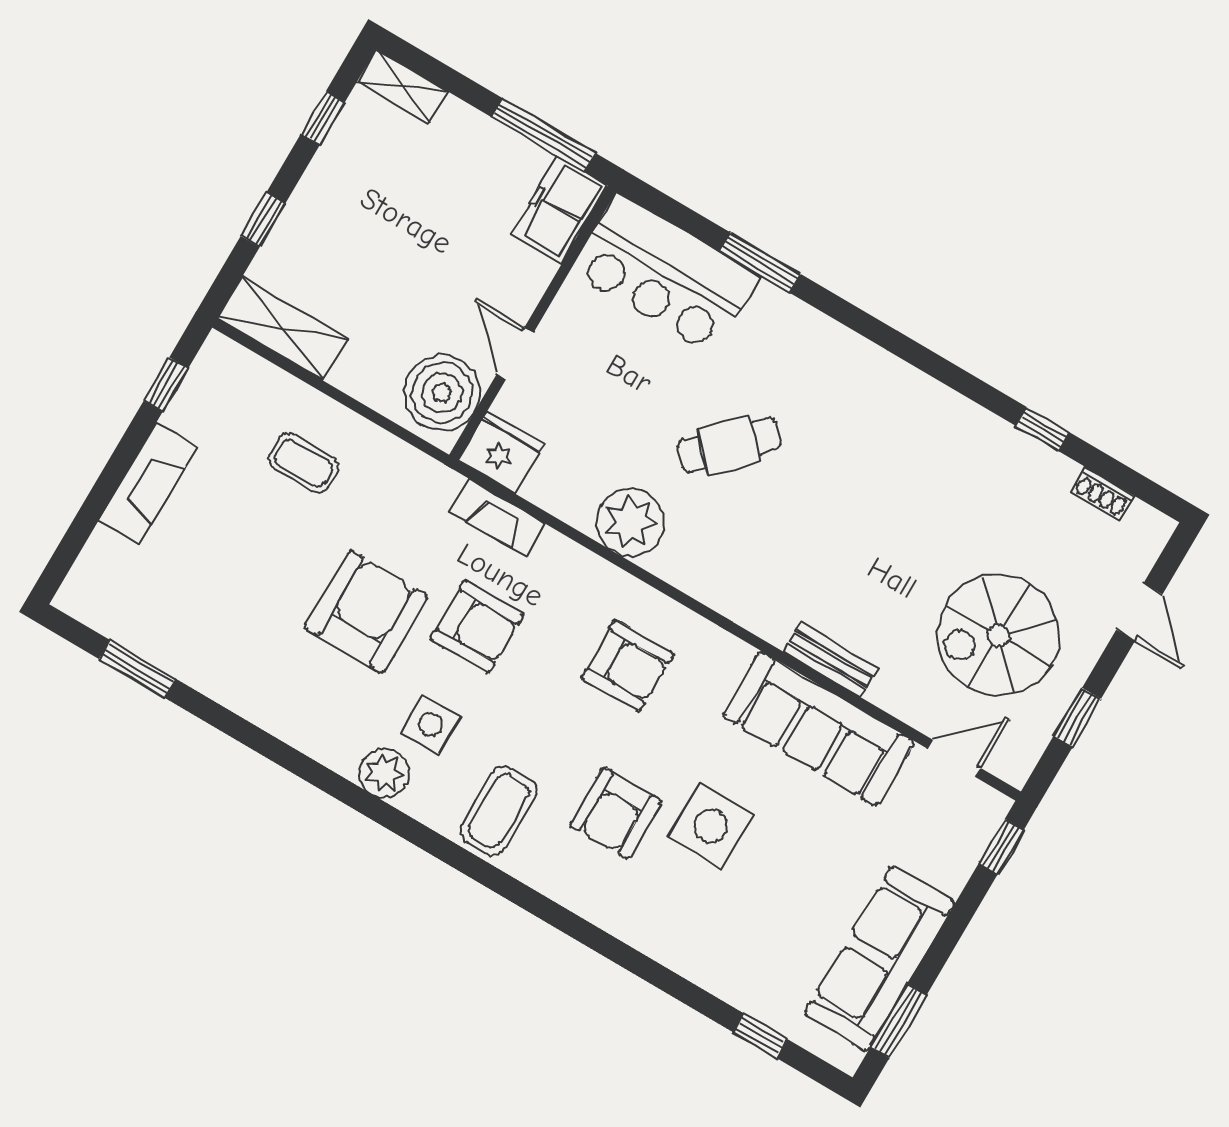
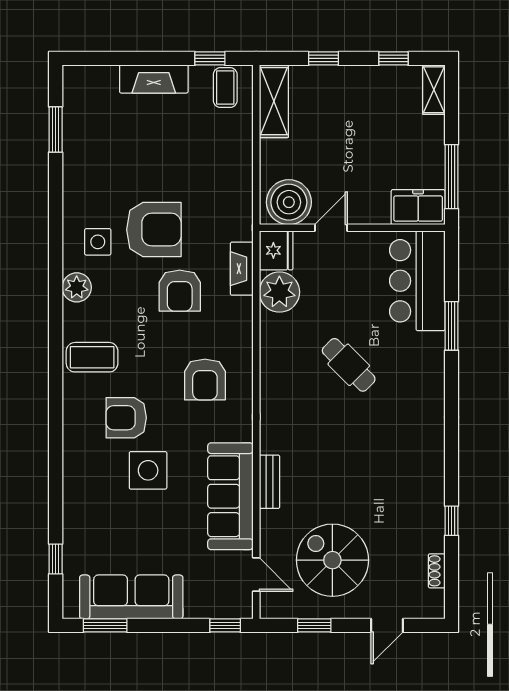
coffee table: (303, 463) -> (225, 88), moved
plant: (630, 522) -> (279, 292), moved
side table: (431, 725) -> (98, 242), moved

